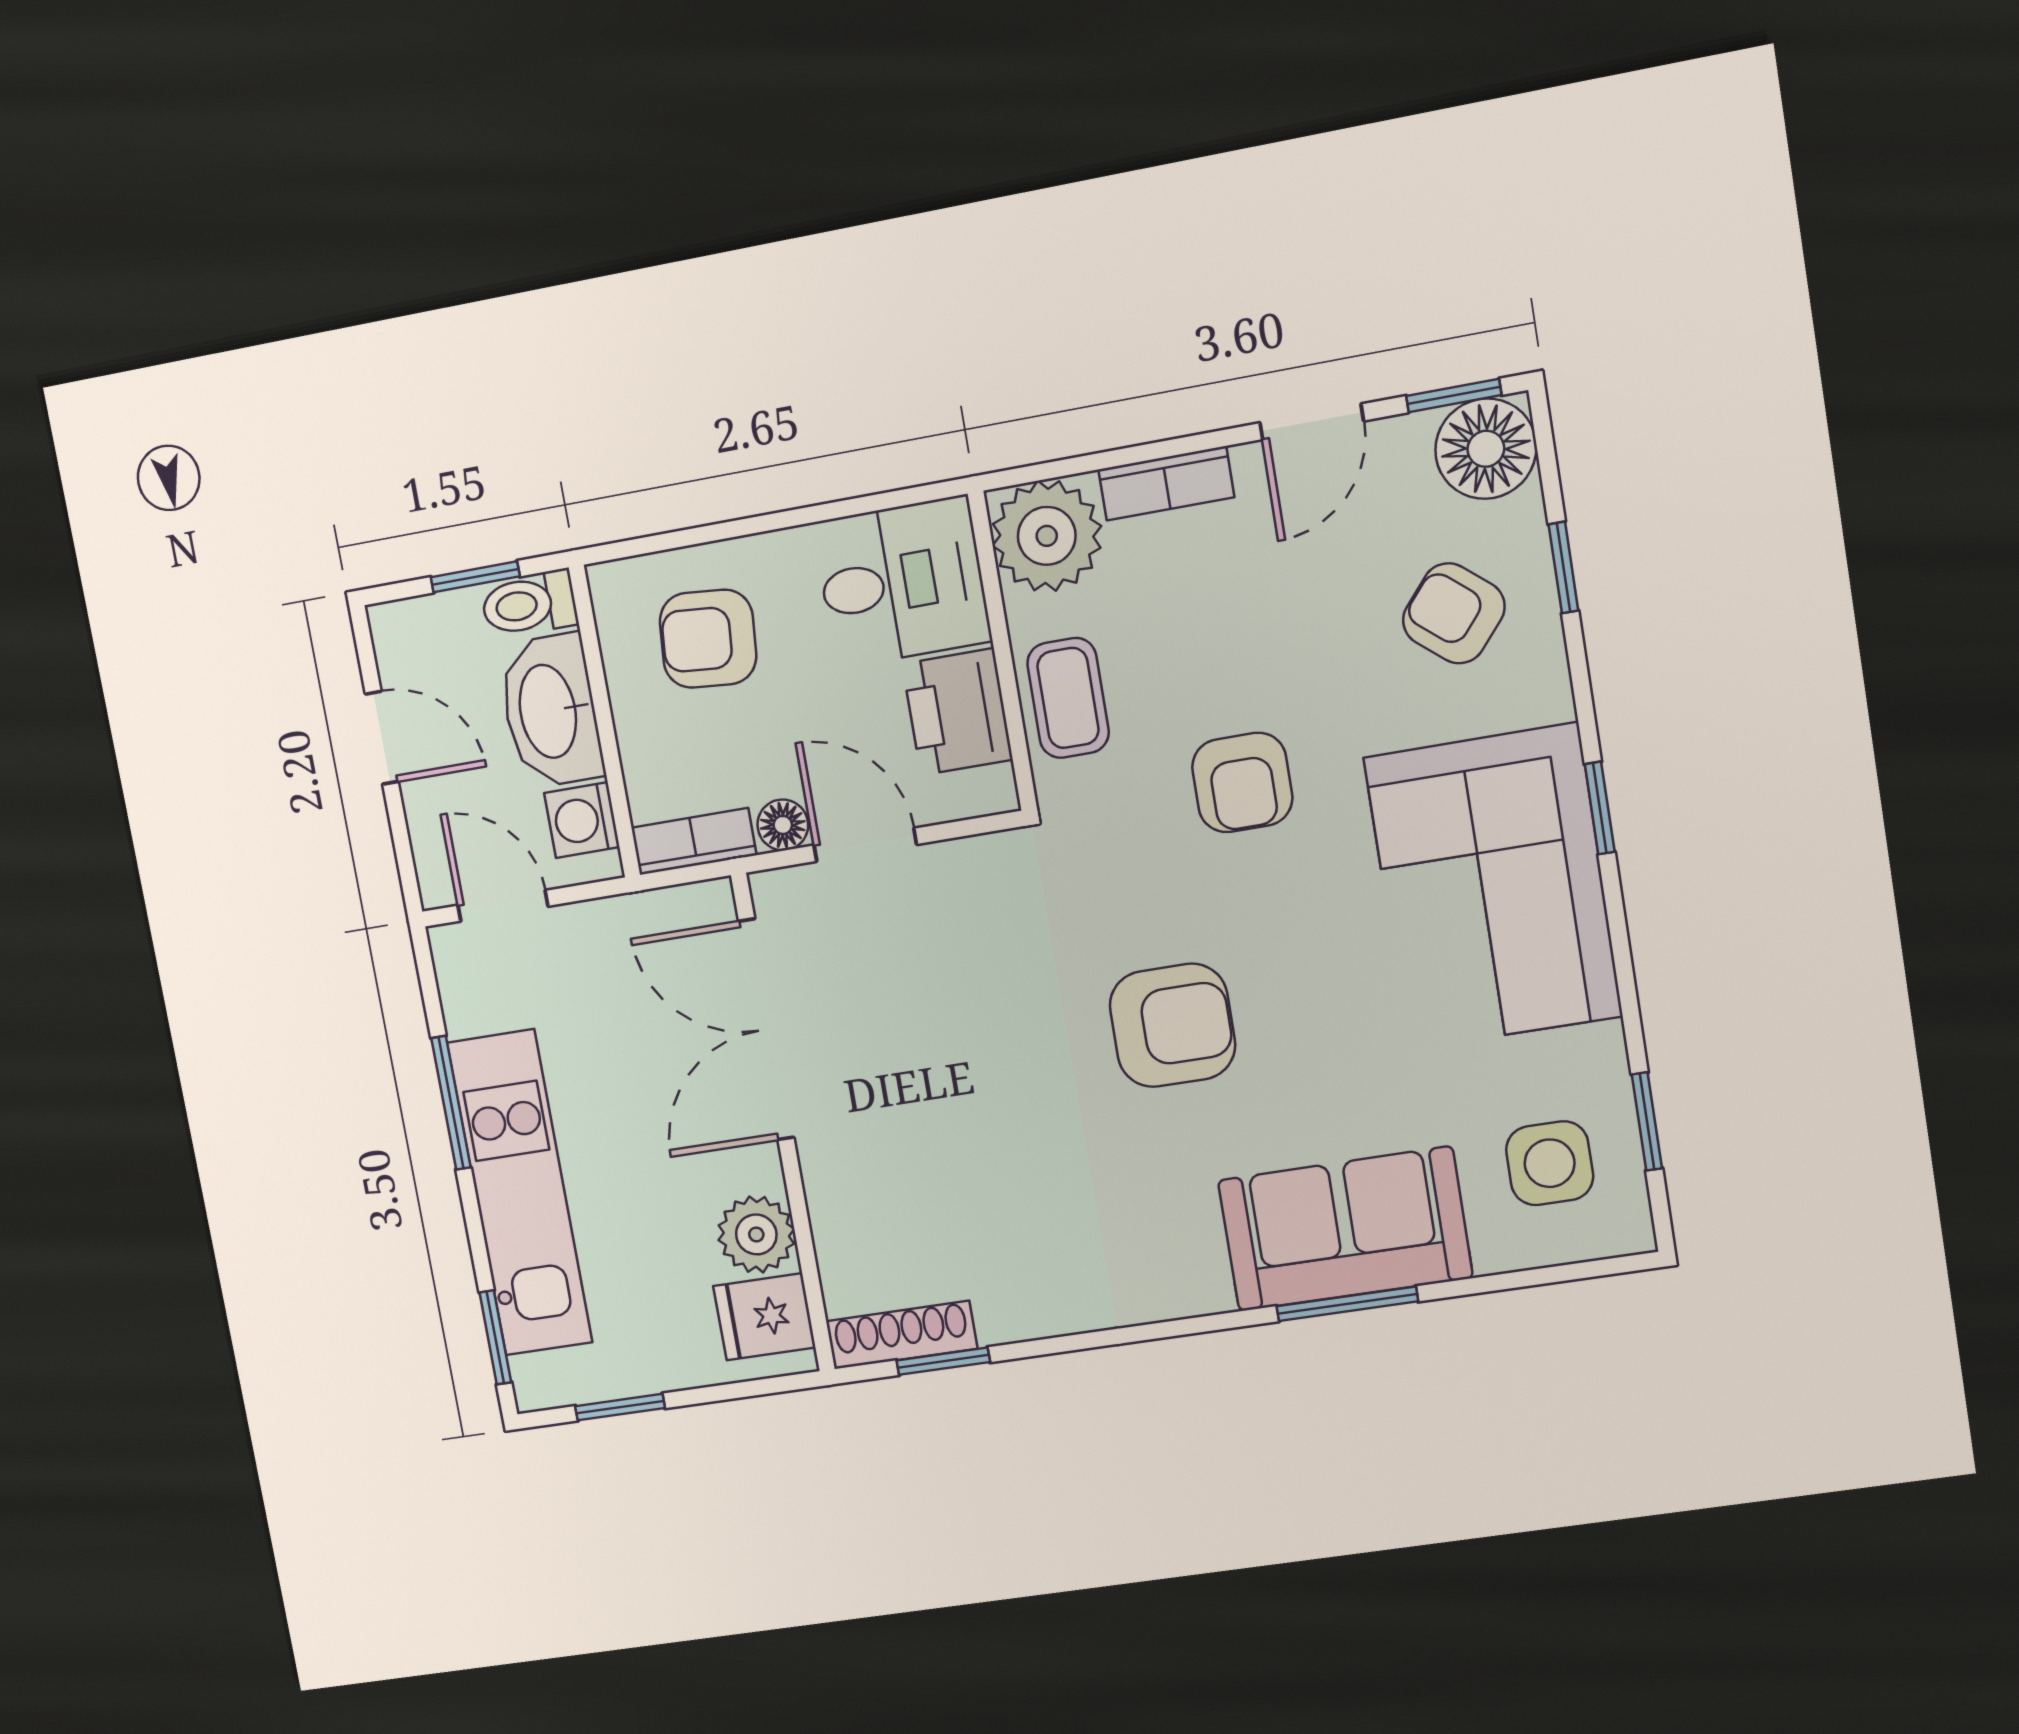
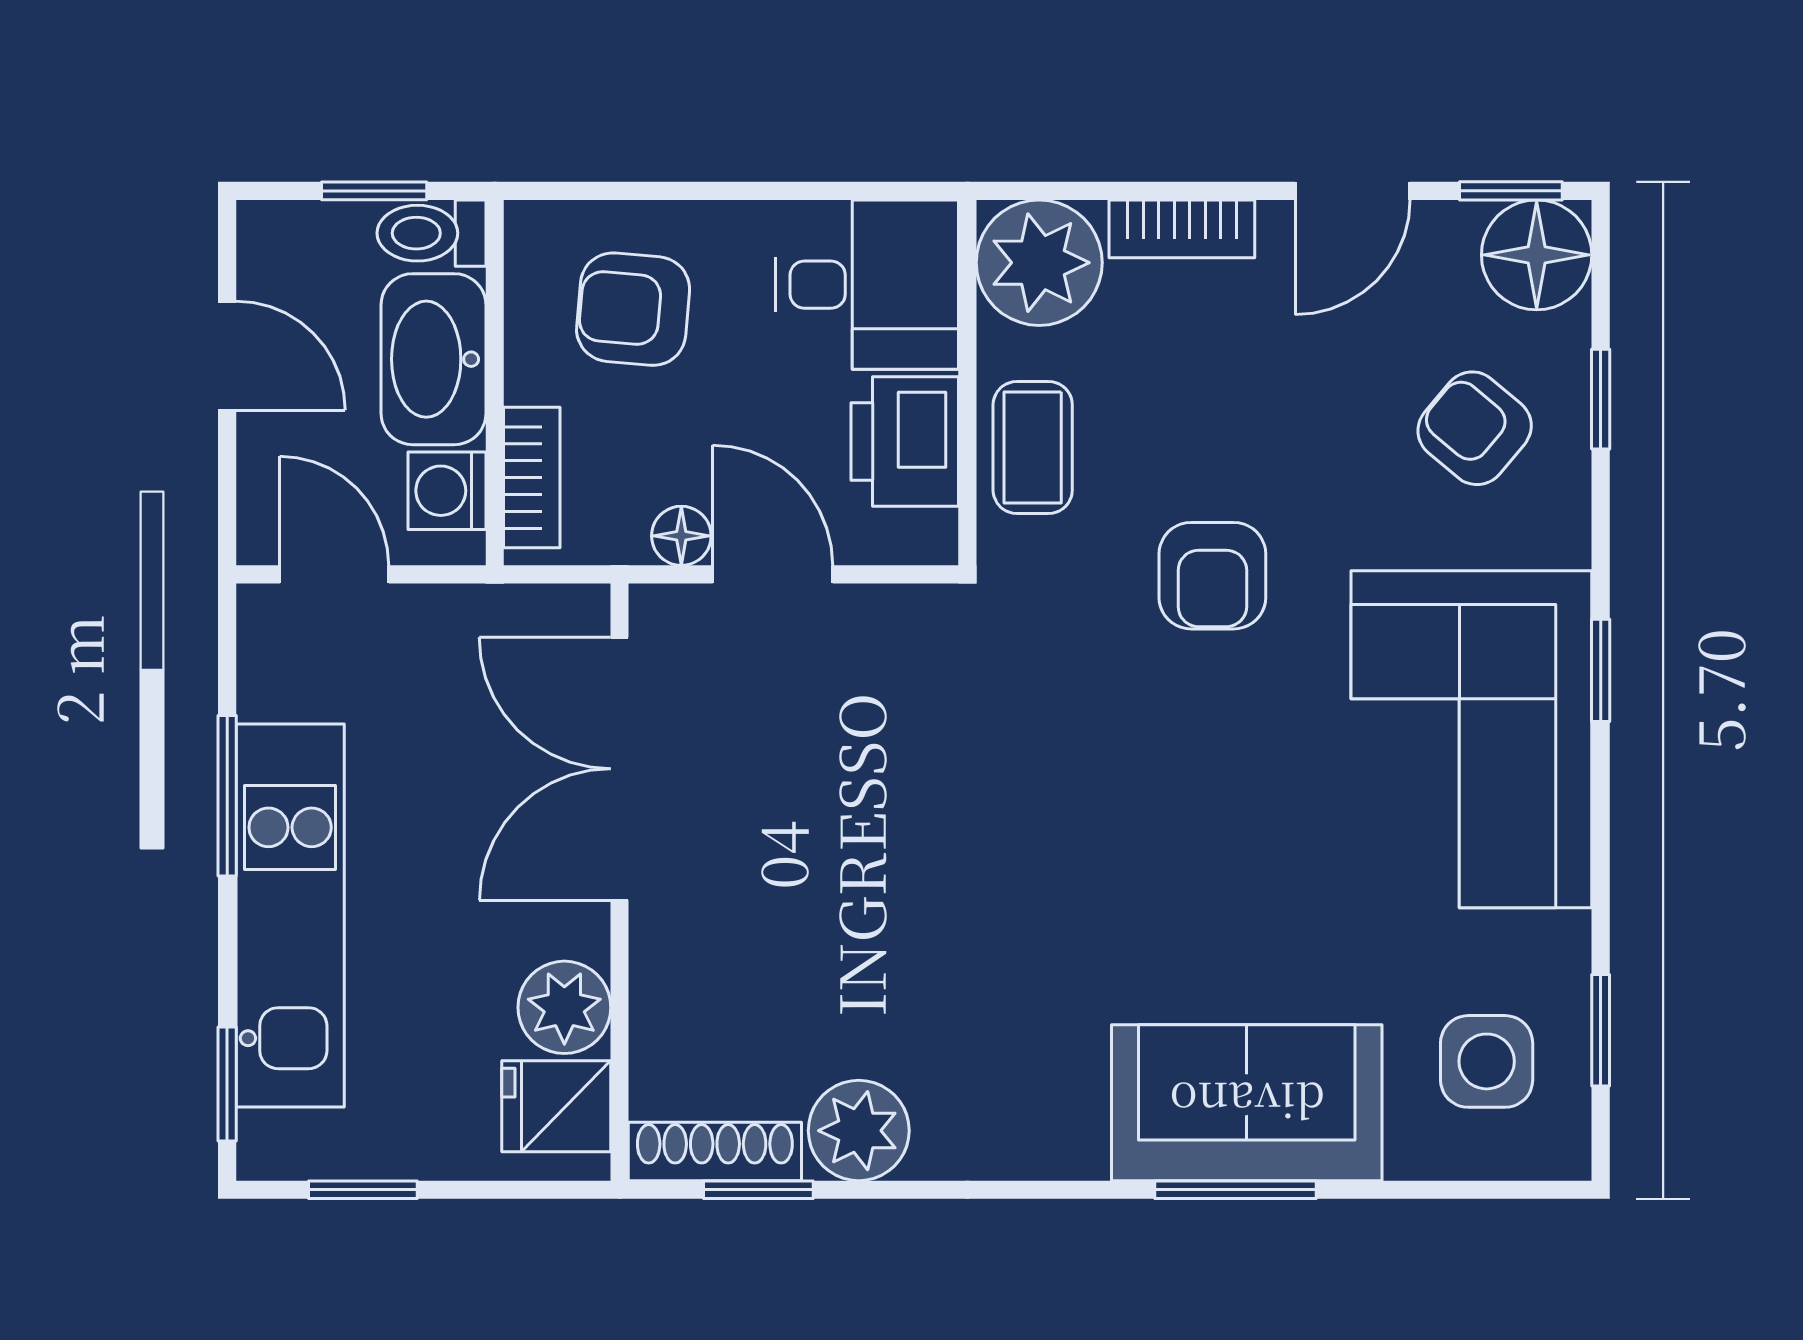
bookcase: (694, 841) -> (532, 477), moved, turned 90
armchair: (1172, 1025) -> (1089, 838), removed
plant: (1018, 1300) -> (859, 1131), added

